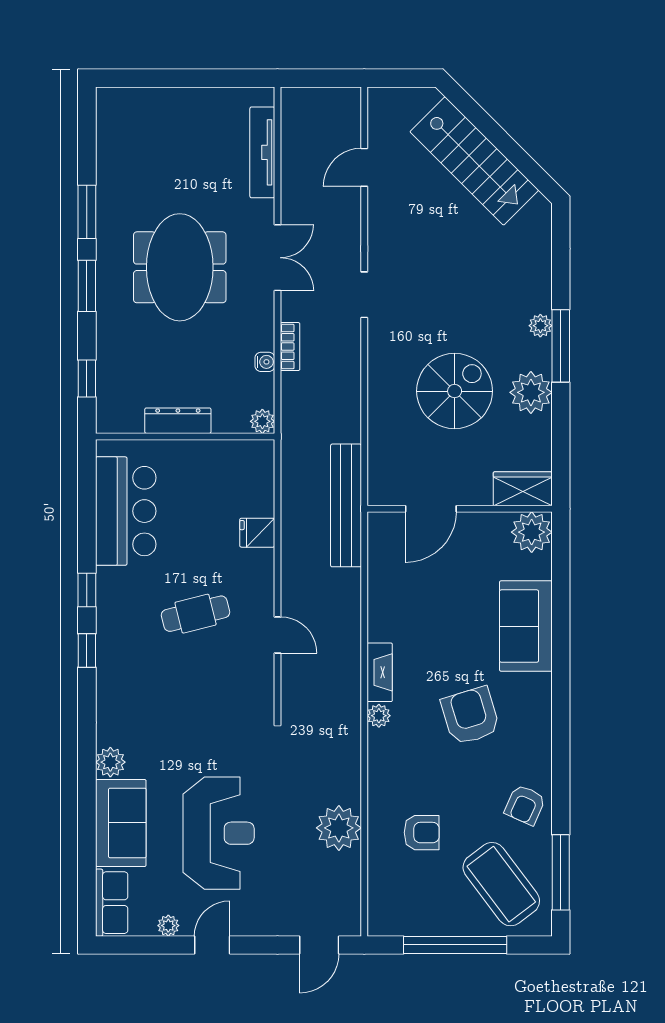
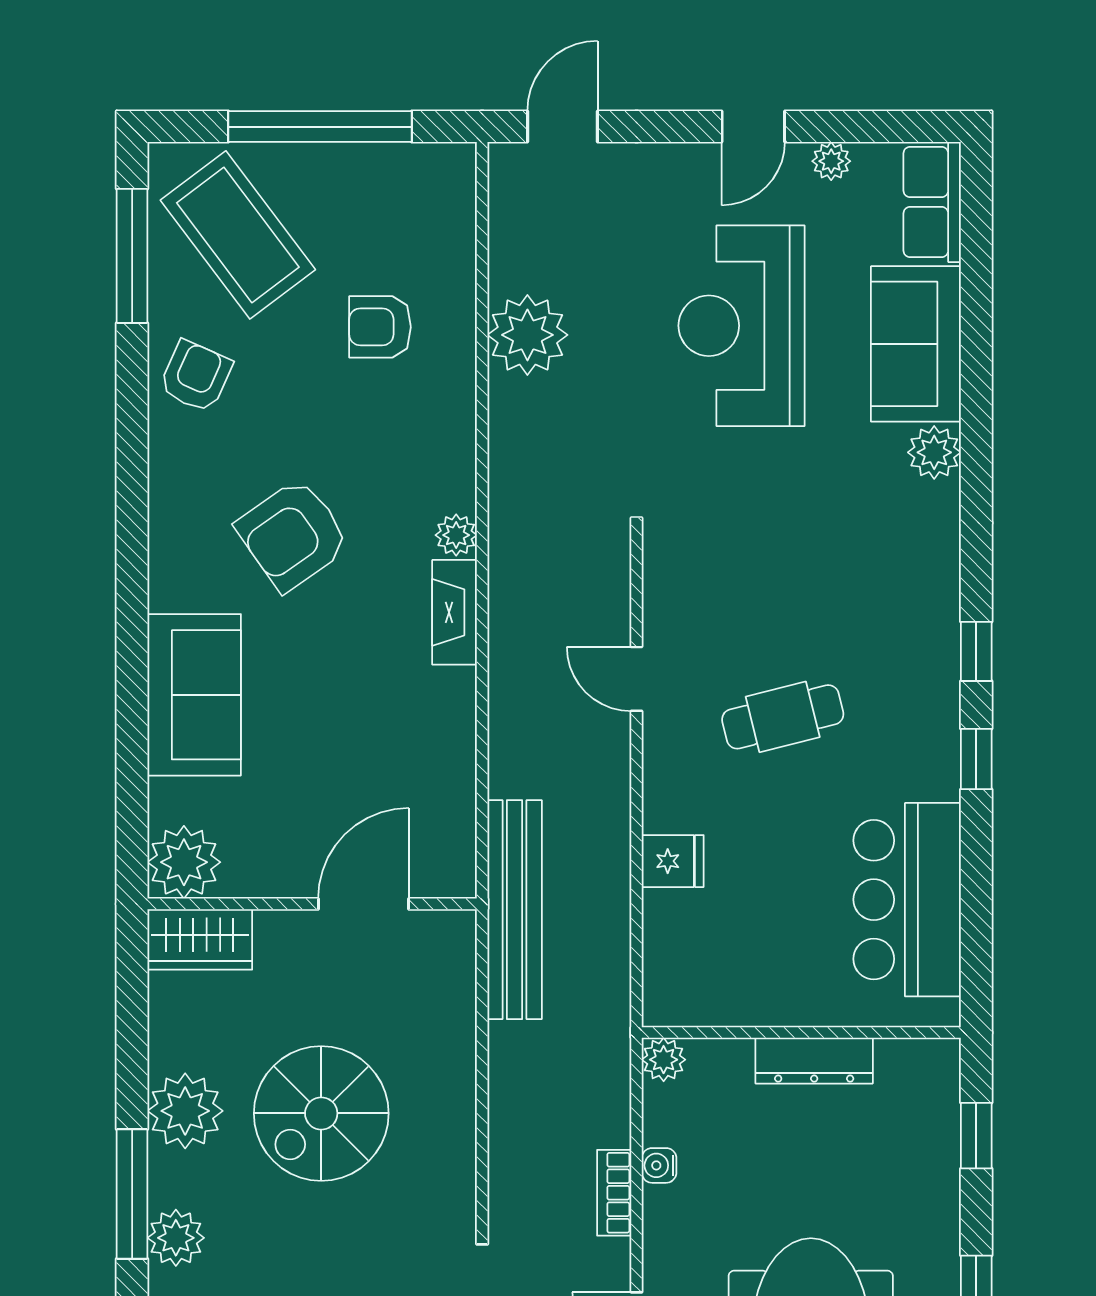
plant: (540, 326) -> (176, 1238), width x1.38, depth x1.38
armchair: (470, 716) -> (293, 535), turned 72

